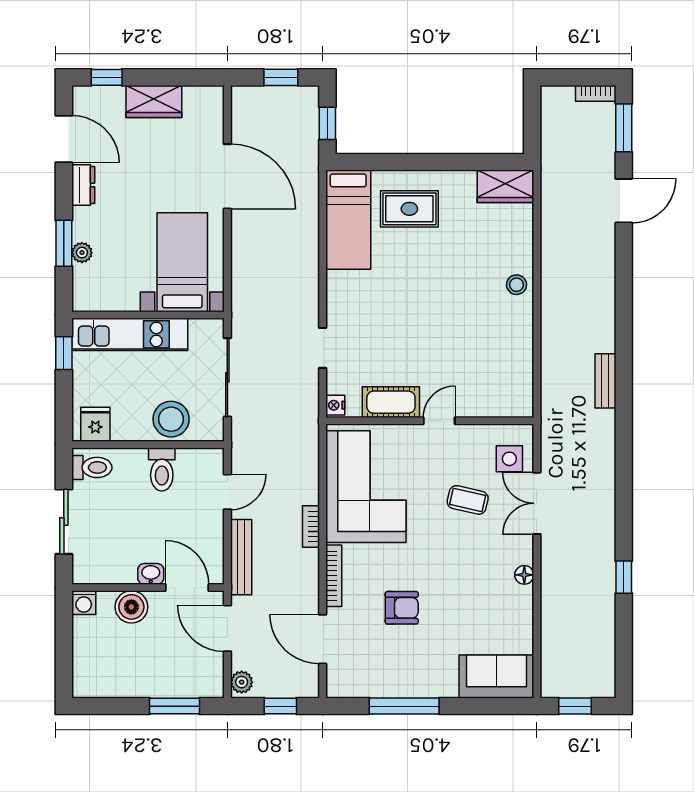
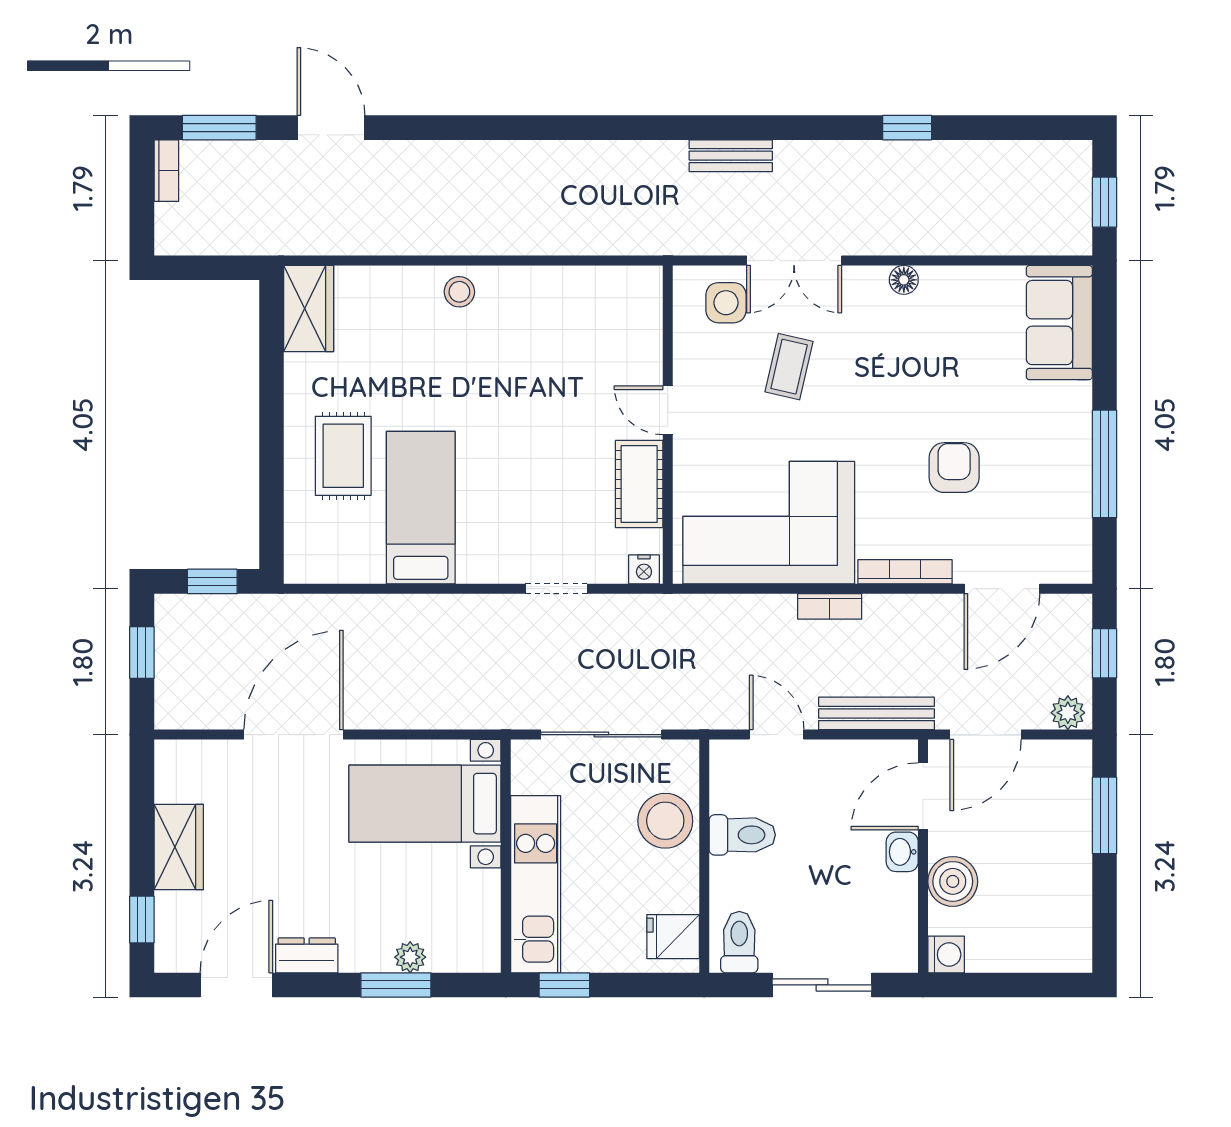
bed: (348, 220) -> (421, 508), moved, turned -90
bench: (605, 381) -> (731, 156), moved

